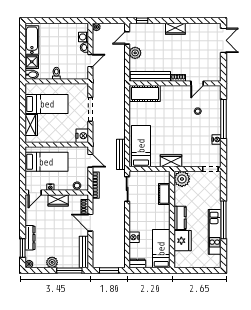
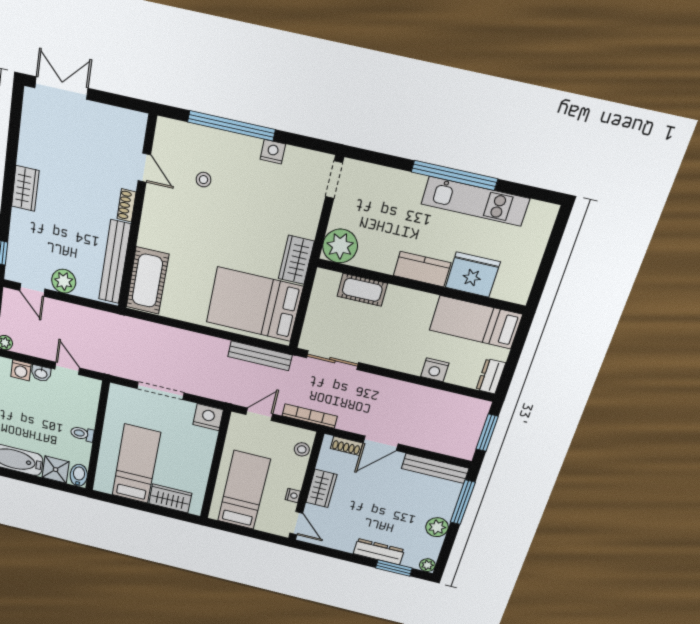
bed: (141, 146) -> (254, 304), width x1.50

